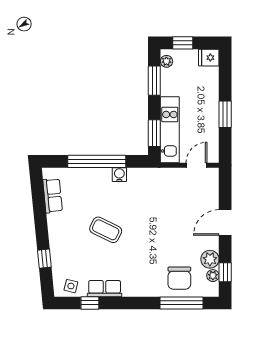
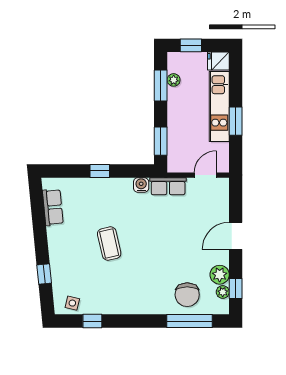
plant: (166, 61) -> (174, 80), moved
kitchen unit: (170, 130) -> (219, 106), moved, turned 180
window: (97, 161) -> (100, 171), width x0.32
water cooler: (119, 175) -> (141, 185), moved
coffee table: (106, 230) -> (109, 244), turned 51
row of seats: (105, 289) -> (168, 186), moved, turned 180

